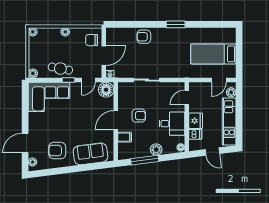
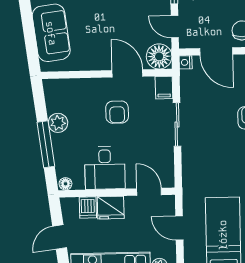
door: (219, 80) -> (179, 228), moved
door: (116, 120) -> (127, 73), moved
filing cabinet: (125, 137) -> (164, 88), moved
plant: (156, 150) -> (58, 123), moved
window: (145, 160) -> (46, 144), moved

